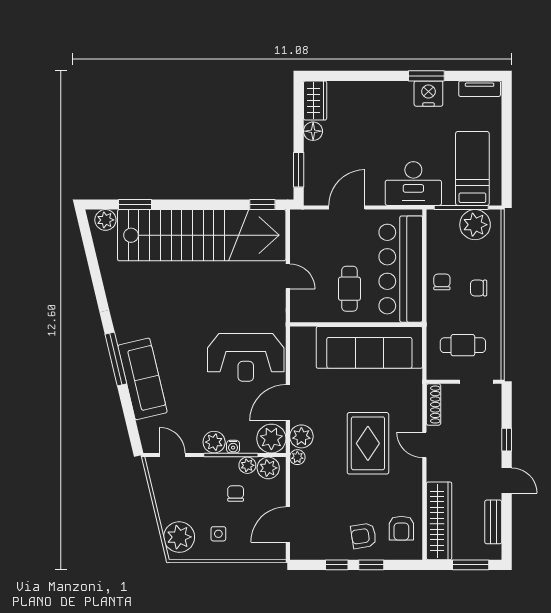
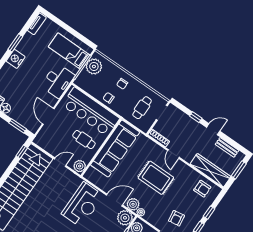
nightstand: (428, 94) -> (16, 59), moved
plant: (303, 311) -> (80, 166), added
door: (288, 403) -> (114, 200), swing flipped
door: (424, 445) -> (173, 154), hinge flipped
armchair: (364, 536) -> (177, 218), moved

